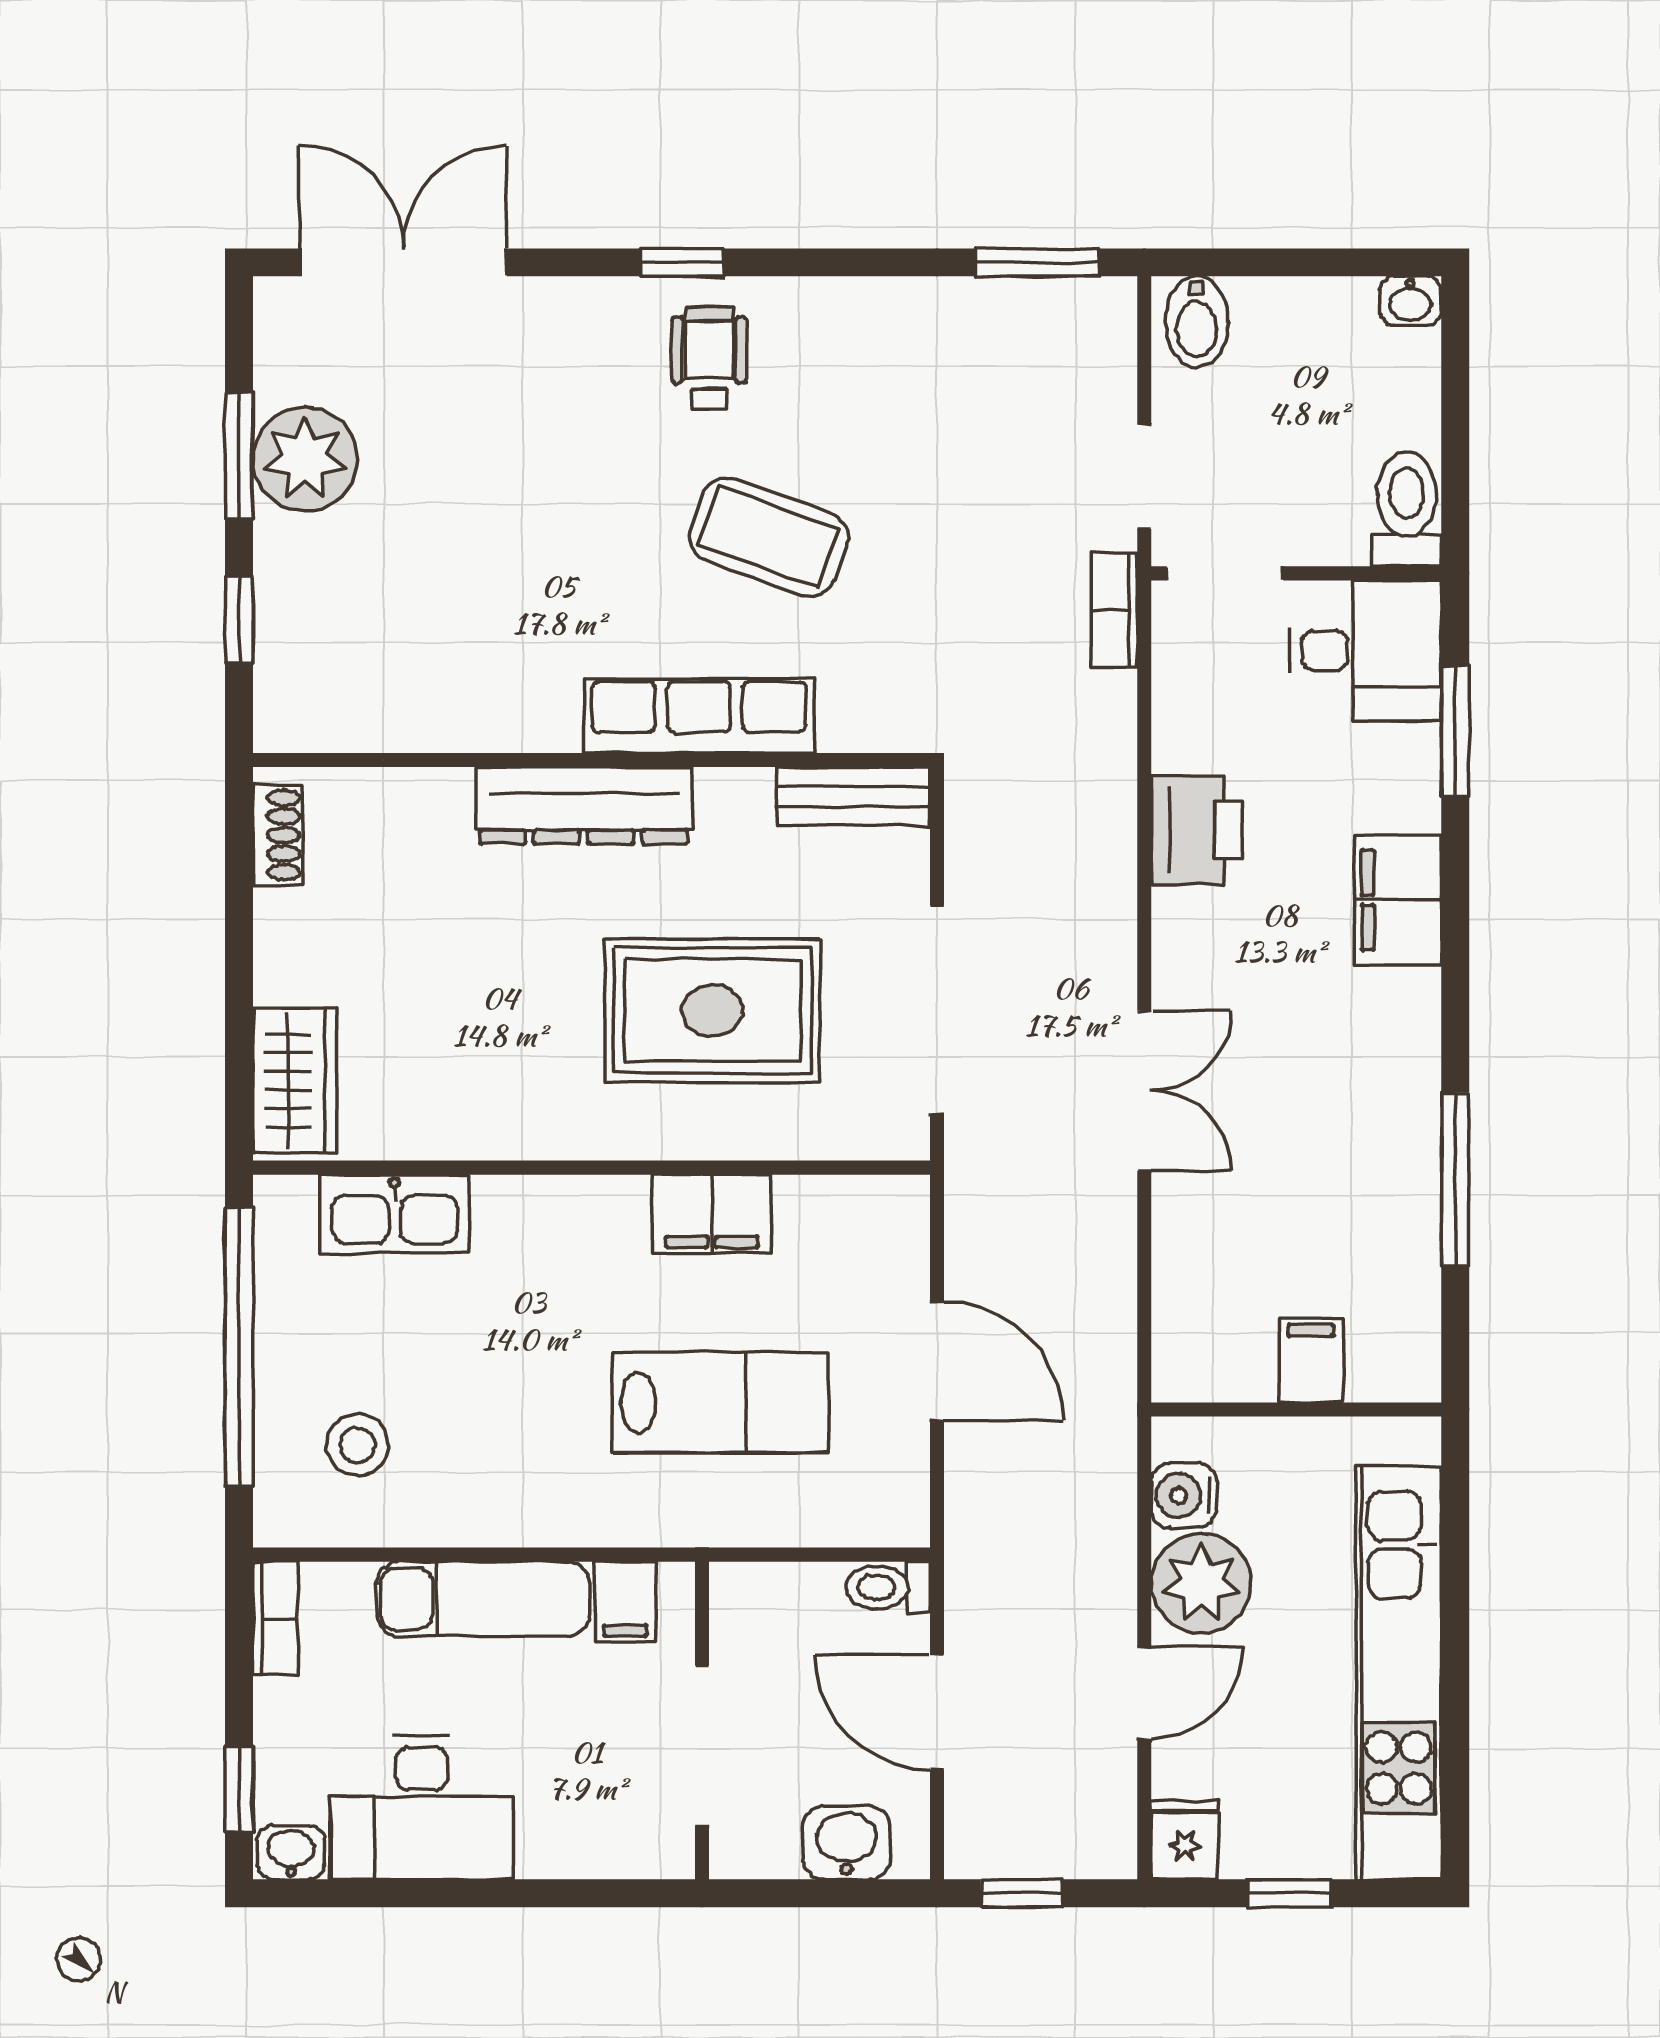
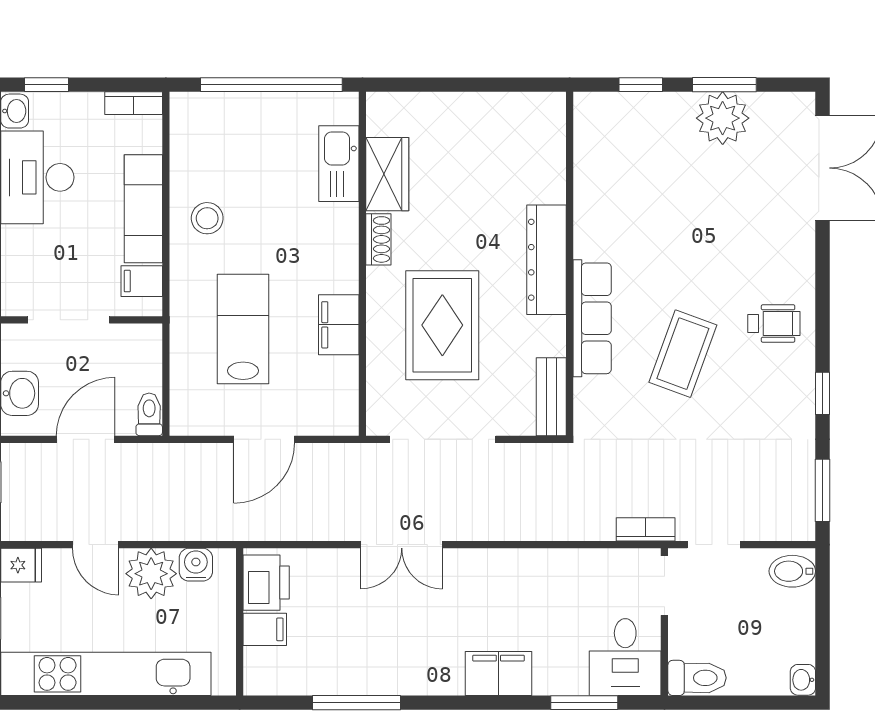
window: (682, 262) -> (822, 393), moved
printer: (1196, 830) -> (266, 583), moved, turned -90
shoe rack: (277, 835) -> (378, 239), moved, turned -90
wardrobe: (295, 1081) -> (387, 174), moved, turned -90
lab bench: (720, 1403) -> (243, 329), turned 180
stool: (357, 1445) -> (207, 218), moved

